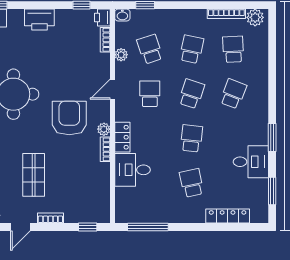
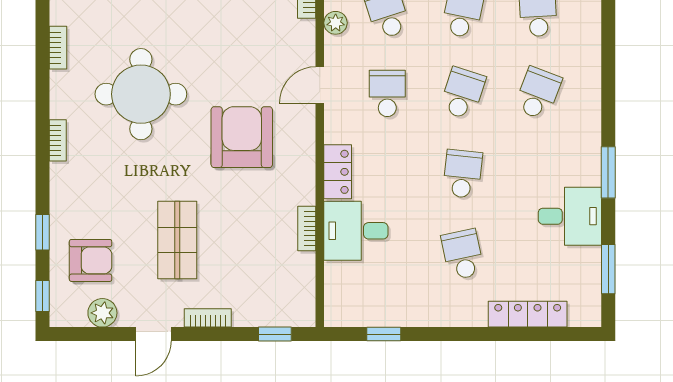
plant: (104, 129) -> (304, 157), removed
bookcase: (105, 149) -> (307, 229), moved
window: (148, 227) -> (384, 334), width x0.46

